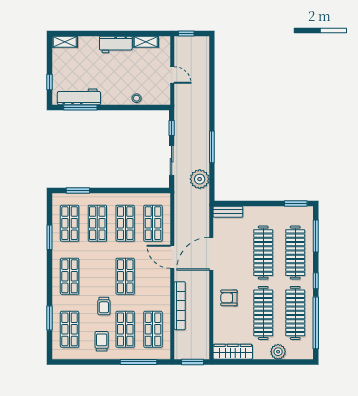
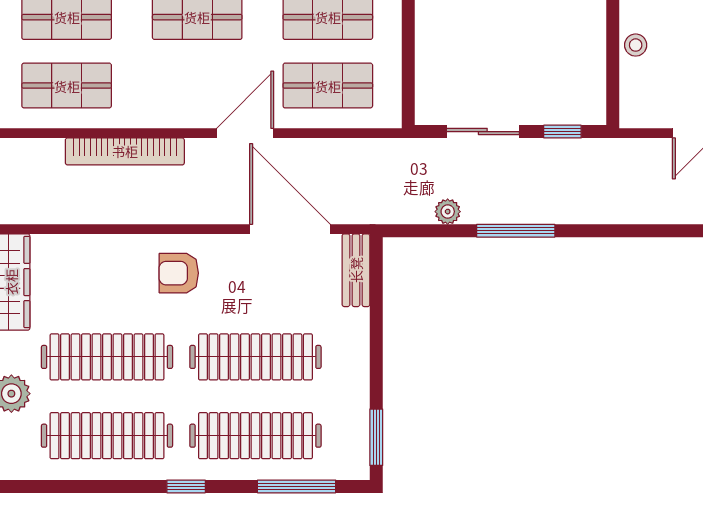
plant: (200, 179) -> (448, 212), width x0.53, depth x0.53
door: (211, 254) -> (290, 229), moved
armchair: (229, 298) -> (179, 273), moved, turned -90
window: (316, 323) -> (82, 486), removed

